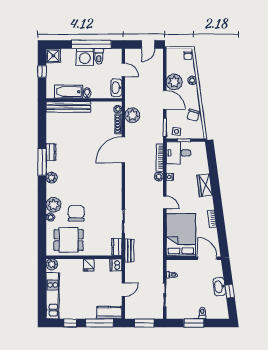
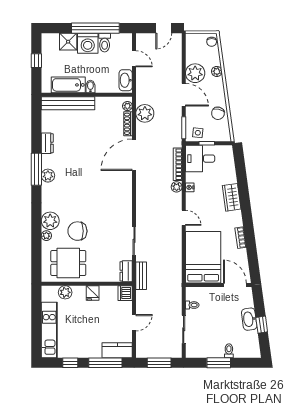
shower: (53, 56) -> (68, 42), moved
dresser: (51, 152) -> (47, 143), moved
plant: (52, 178) -> (48, 176), moved
chair: (76, 213) -> (77, 231), turned -90
plant: (52, 264) -> (65, 292), moved

